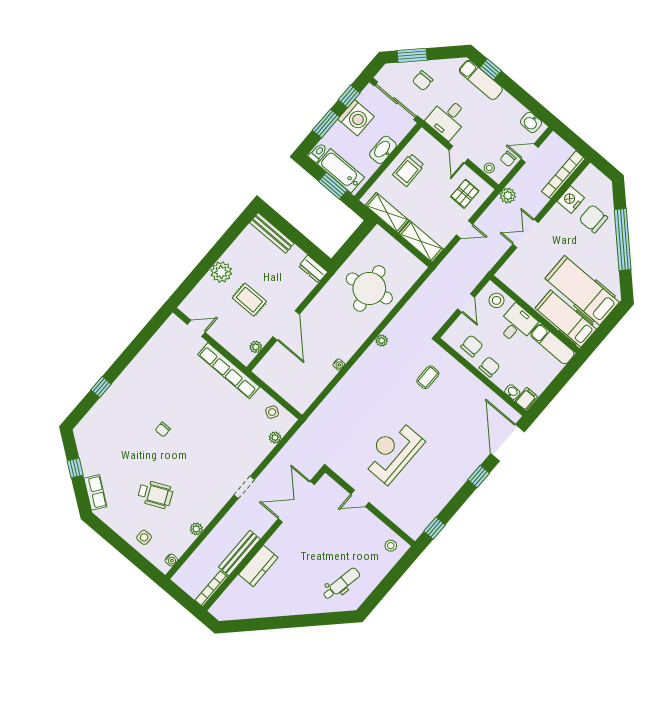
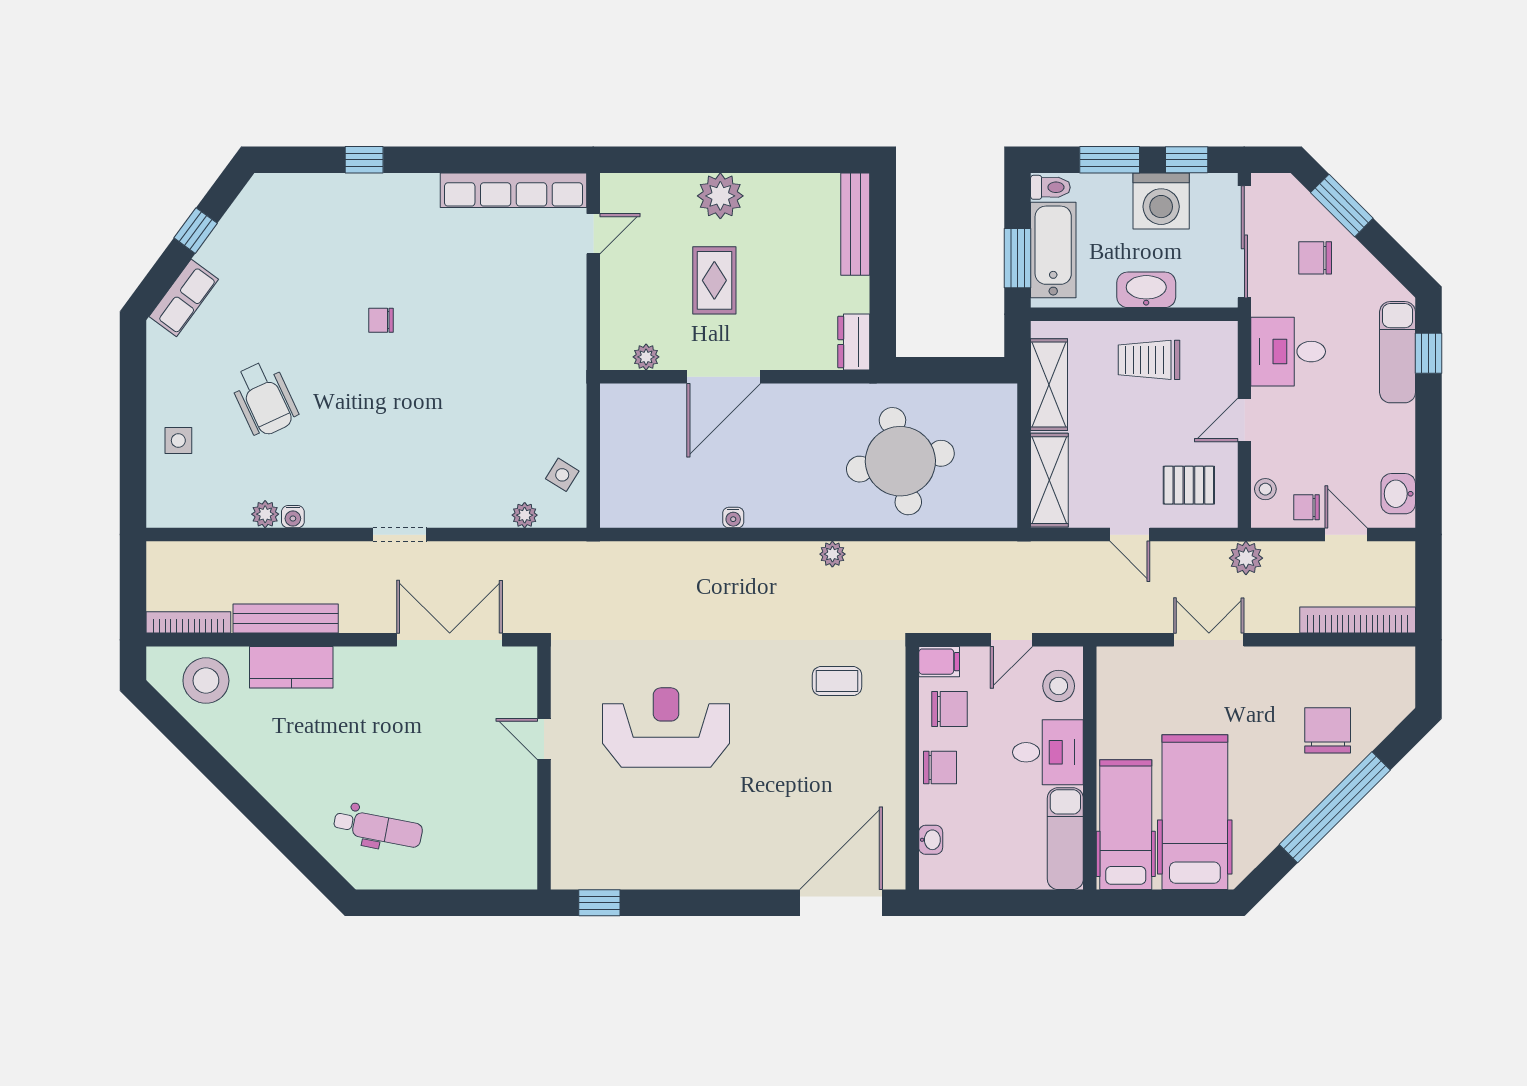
nightstand: (571, 200) -> (1327, 667), removed
door: (196, 328) -> (593, 234), hinge flipped
row of seats: (229, 371) -> (514, 190), moved, turned -90
filing cabinet: (526, 399) -> (939, 662), moved
window: (479, 476) -> (746, 903), removed
stool: (391, 546) -> (206, 681), moved, width x1.89, depth x1.89
water cooler: (171, 560) -> (293, 517), moved

